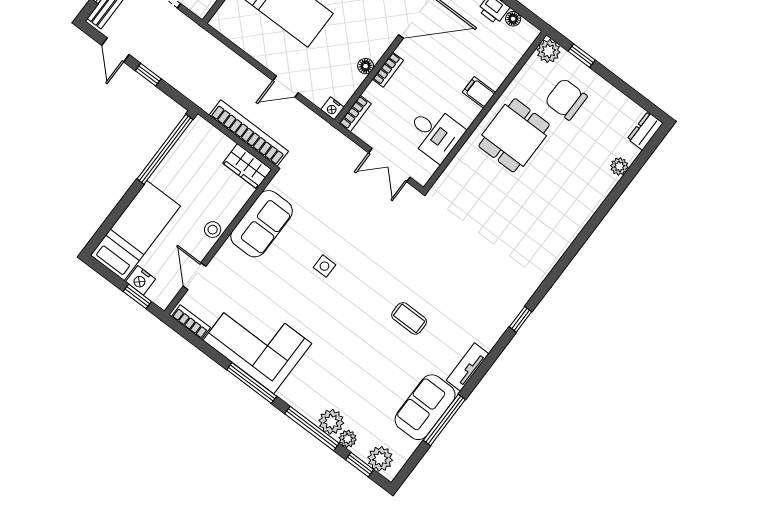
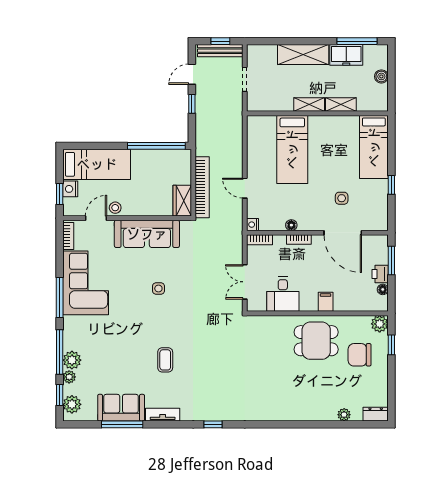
chair: (566, 99) -> (360, 355), turned -90
sofa: (262, 224) -> (147, 234), width x1.36
stool: (213, 230) -> (115, 208), moved

